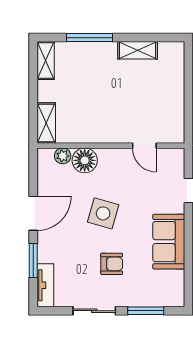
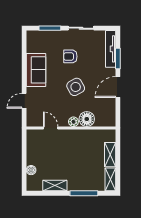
boiler: (177, 76) -> (31, 170), added
shelving: (46, 123) -> (110, 155), moved
plant: (63, 156) -> (73, 122), moved
side table: (103, 213) -> (76, 87), turned 45
tv unit: (45, 285) -> (111, 49), width x1.41

